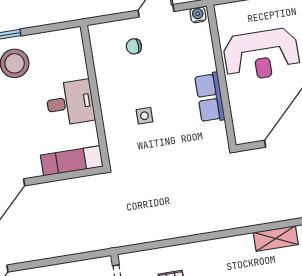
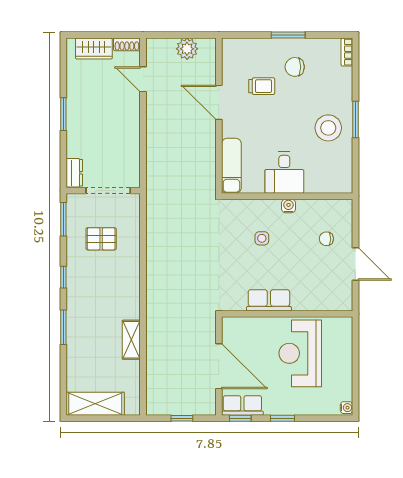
water cooler: (198, 15) -> (288, 206), moved, turned -90
chair: (134, 46) -> (326, 239), turned -90

